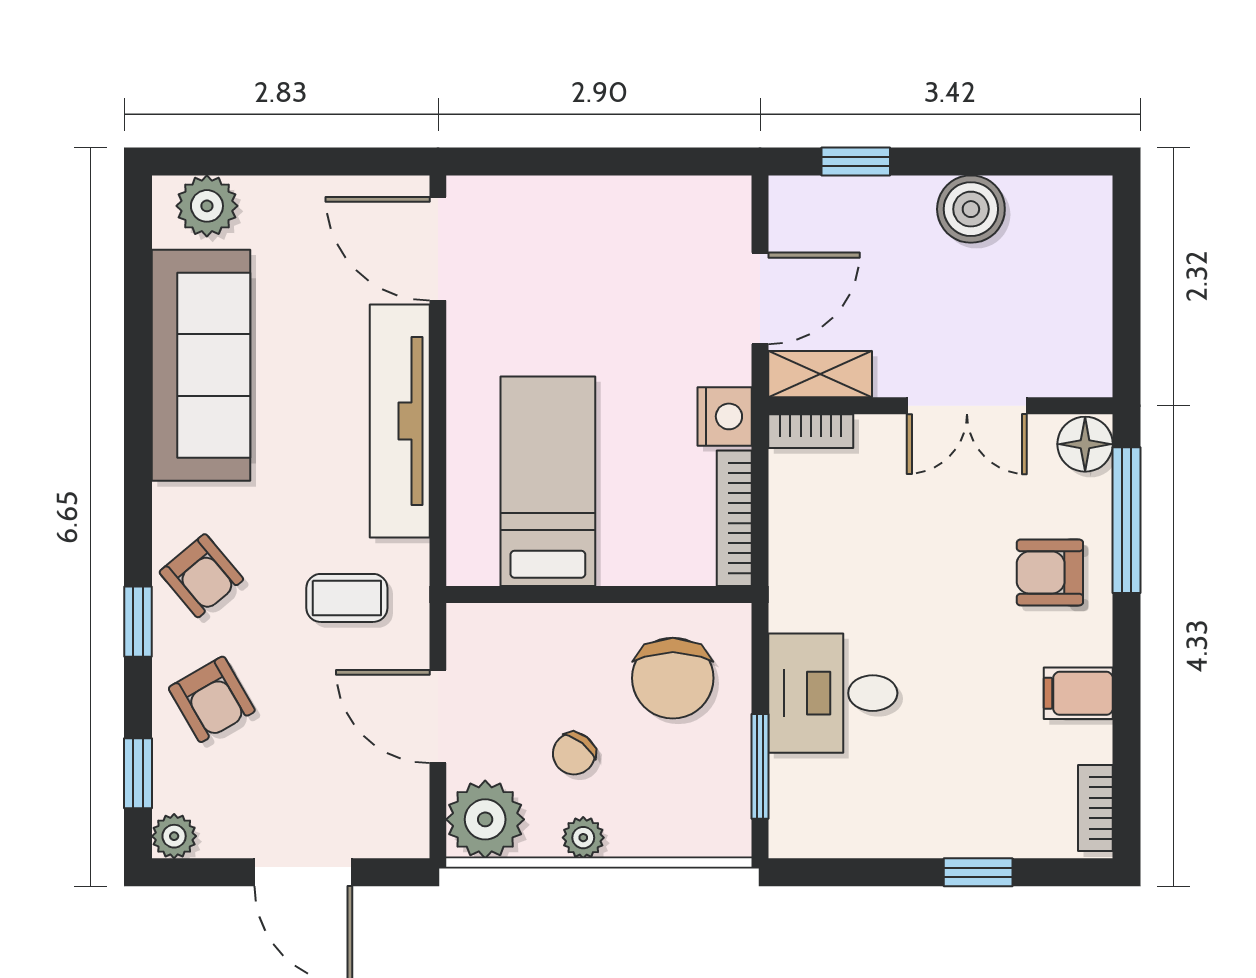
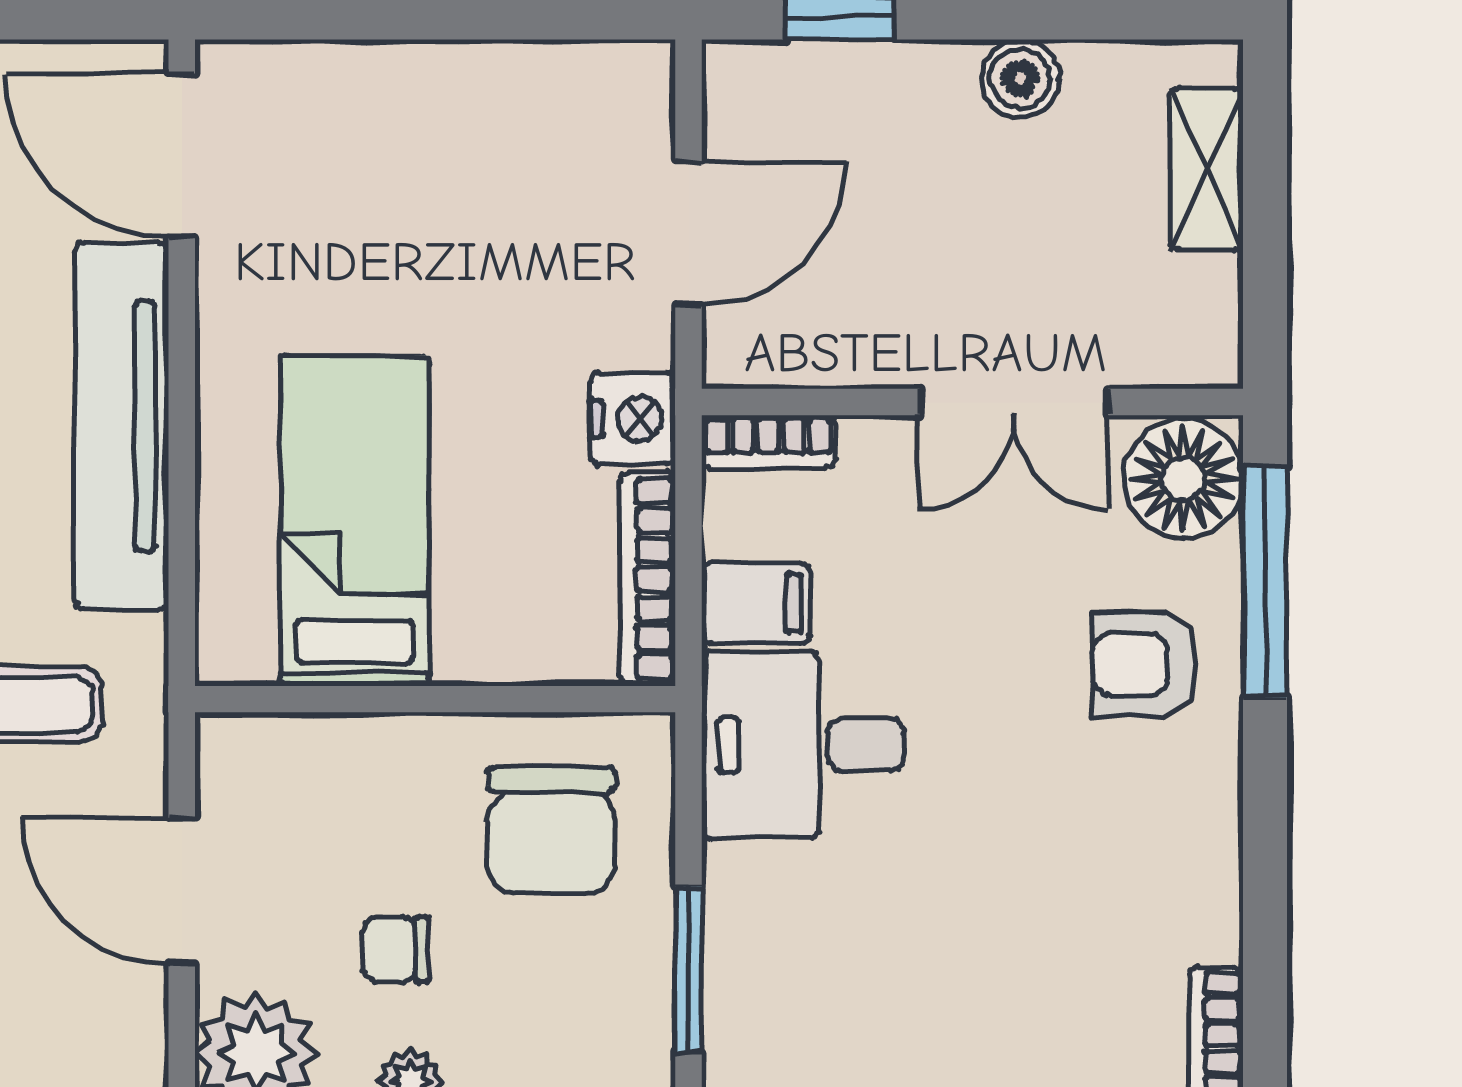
boiler: (971, 209) -> (1020, 79), width x0.73, depth x0.73
shelving: (820, 374) -> (1207, 169), moved, turned 90
floor lamp: (1085, 444) -> (1184, 479), width x1.38, depth x1.38
desk: (833, 693) -> (803, 745), moved
filing cabinet: (1078, 693) -> (756, 603), moved, turned 180
chair: (574, 754) -> (396, 949), turned 52

